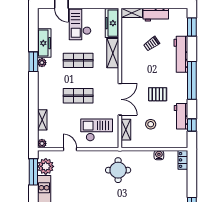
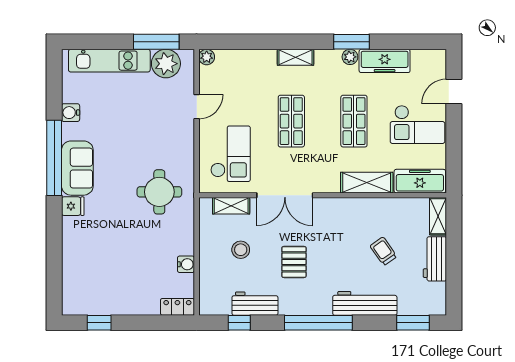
checkout: (80, 25) -> (418, 124), turned 180
shelving: (42, 120) -> (295, 57), moved

